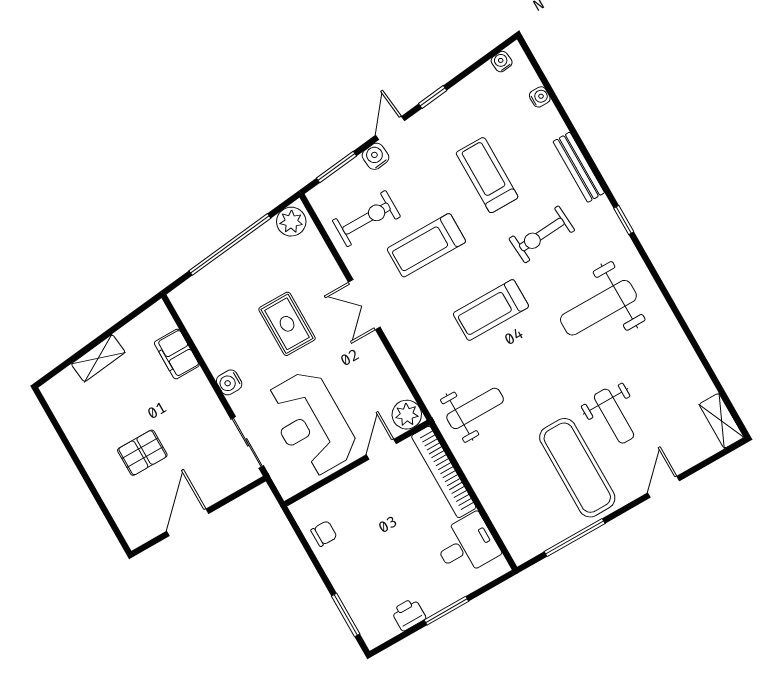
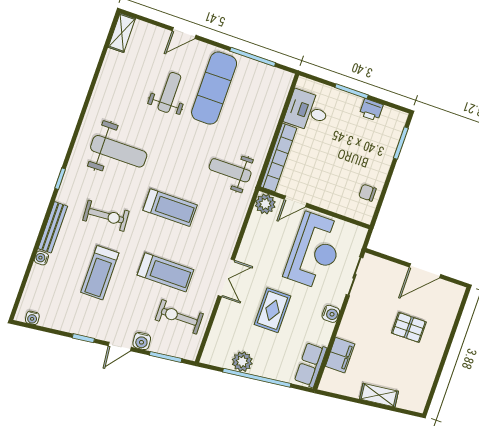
water cooler: (540, 97) -> (41, 258), moved
plant: (291, 222) -> (242, 362), moved
row of seats: (194, 314) -> (311, 365), added

